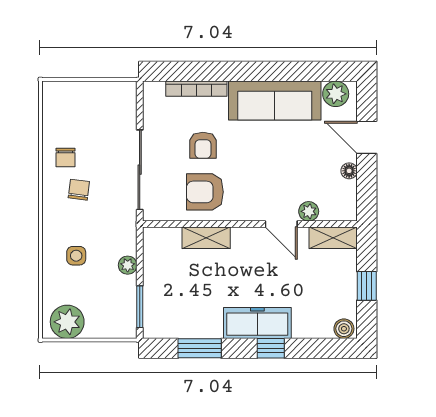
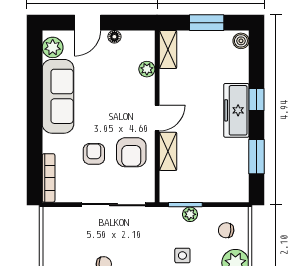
bookcase: (196, 89) -> (49, 178), moved
armchair: (203, 145) -> (94, 154), turned -90
chair: (79, 190) -> (226, 230), moved
door: (281, 224) -> (157, 118), moved
window: (367, 286) -> (207, 23), width x1.50
window: (140, 307) -> (185, 205), moved

